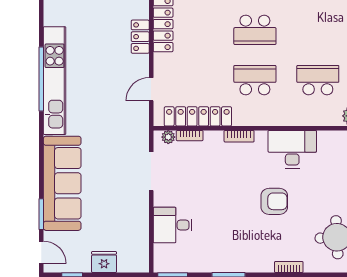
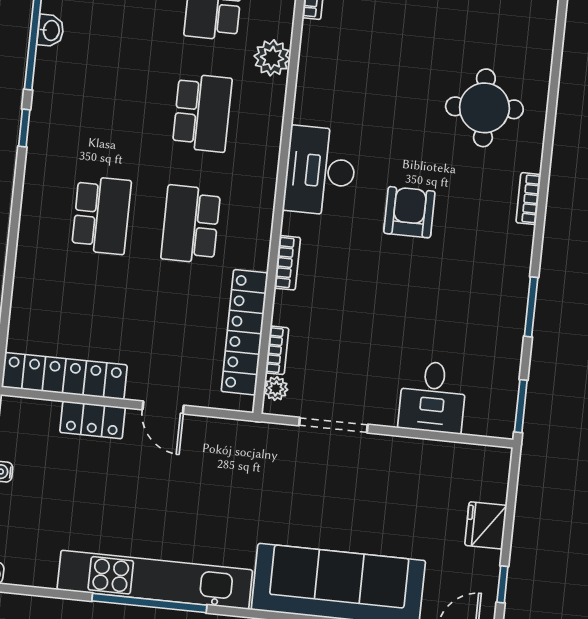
school desk: (318, 80) -> (202, 113), turned 180
door: (151, 89) -> (163, 407), moved

